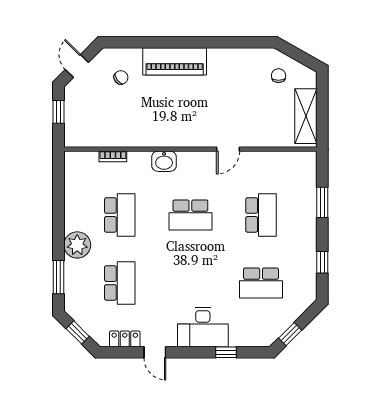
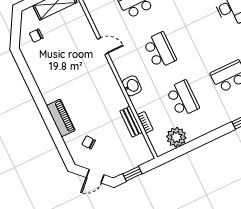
piano: (175, 61) -> (61, 118), width x0.73, depth x0.75
bench: (121, 140) -> (131, 122), added
school desk: (120, 215) -> (183, 99), turned 90
plant: (77, 245) -> (176, 137), moved

